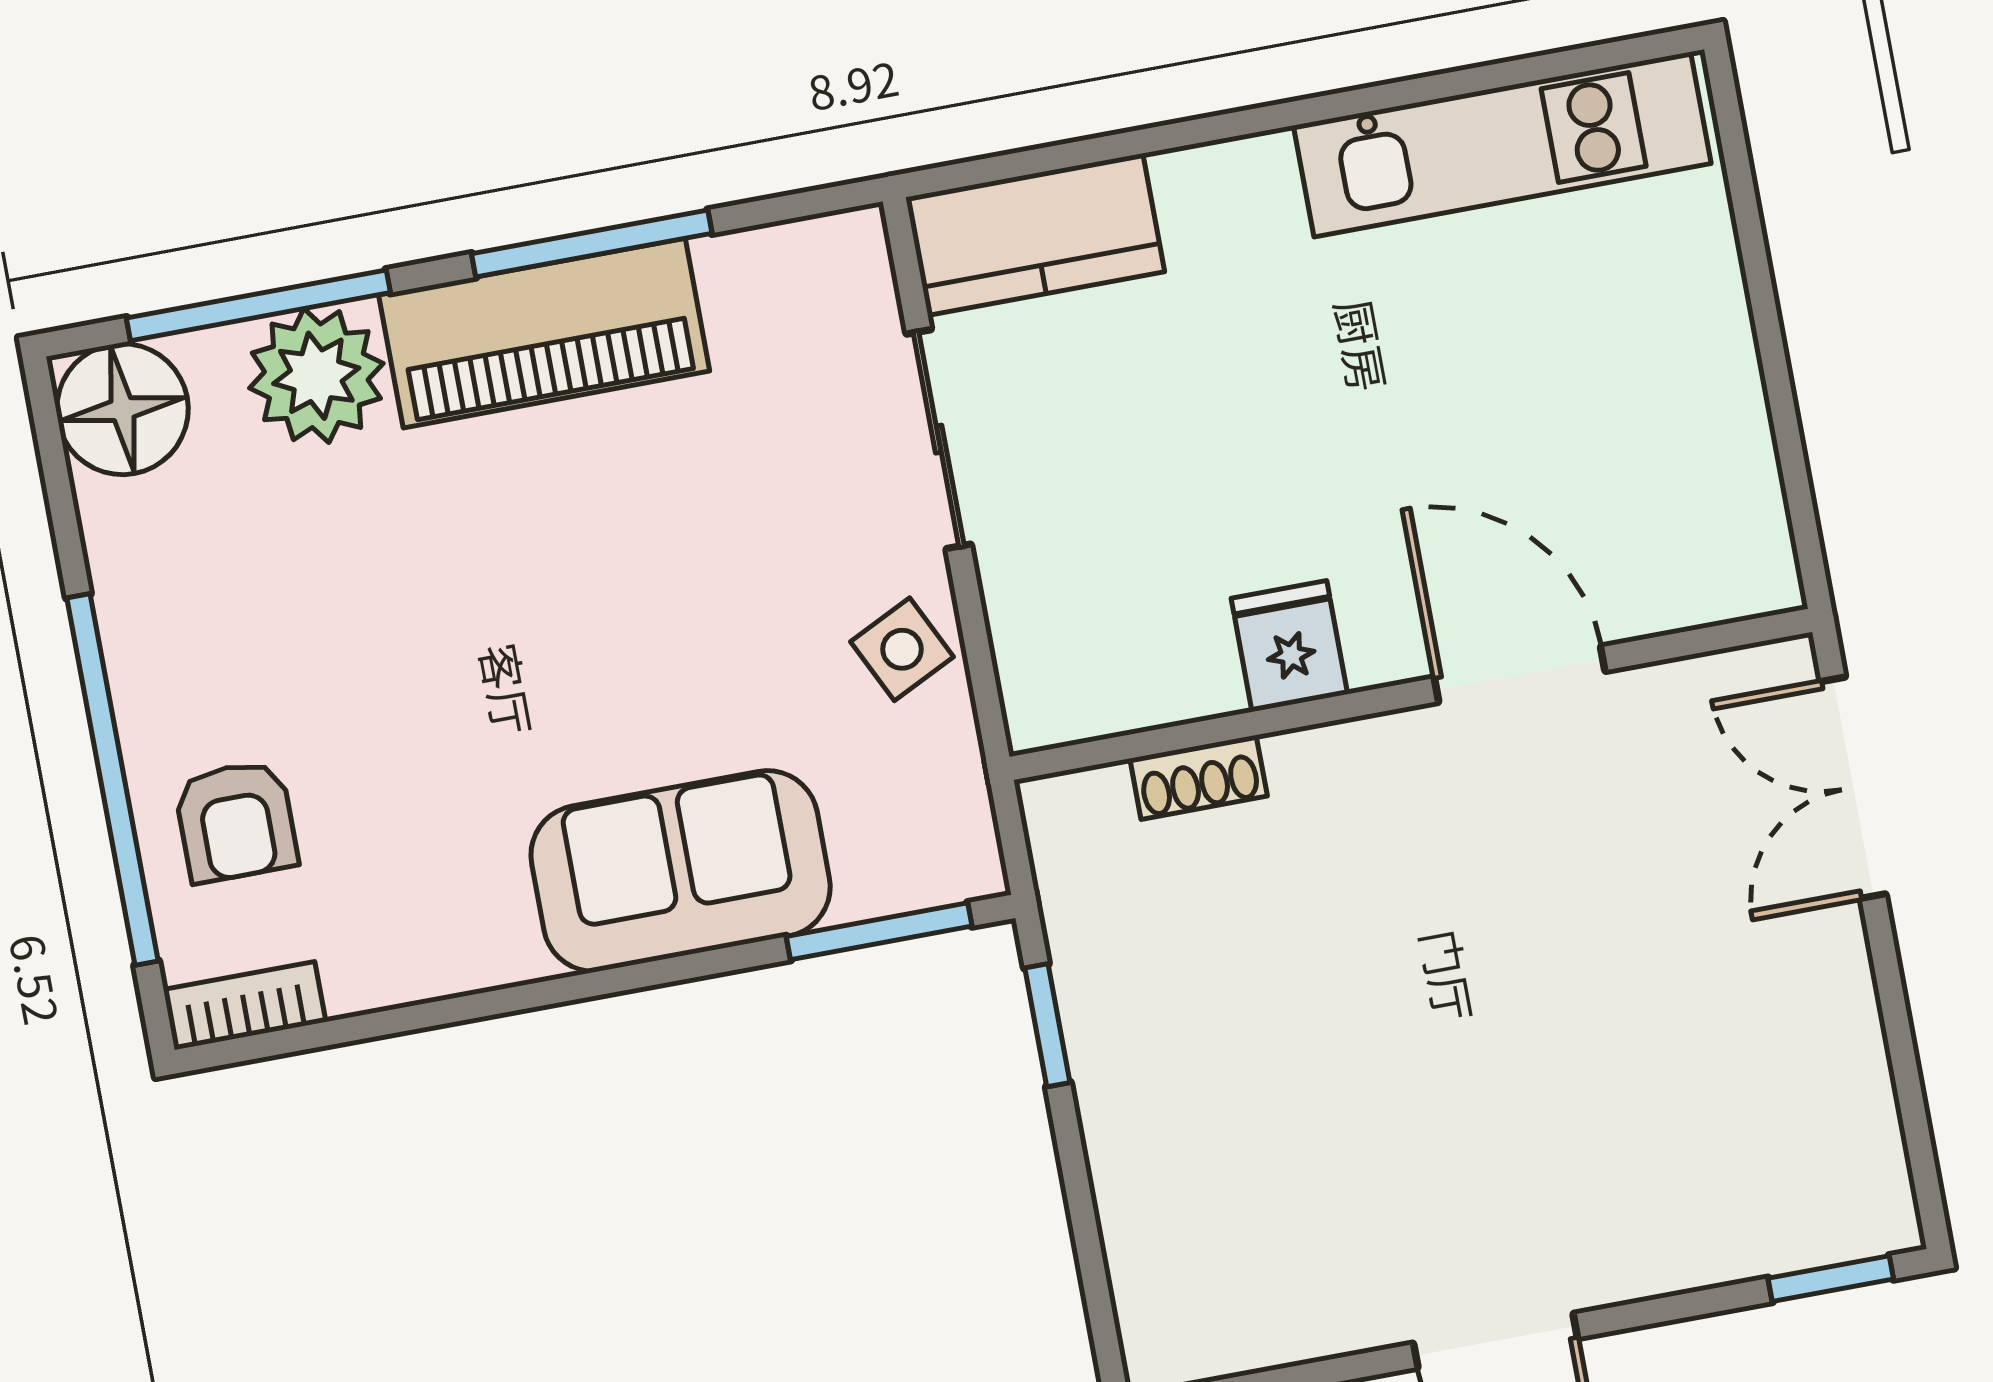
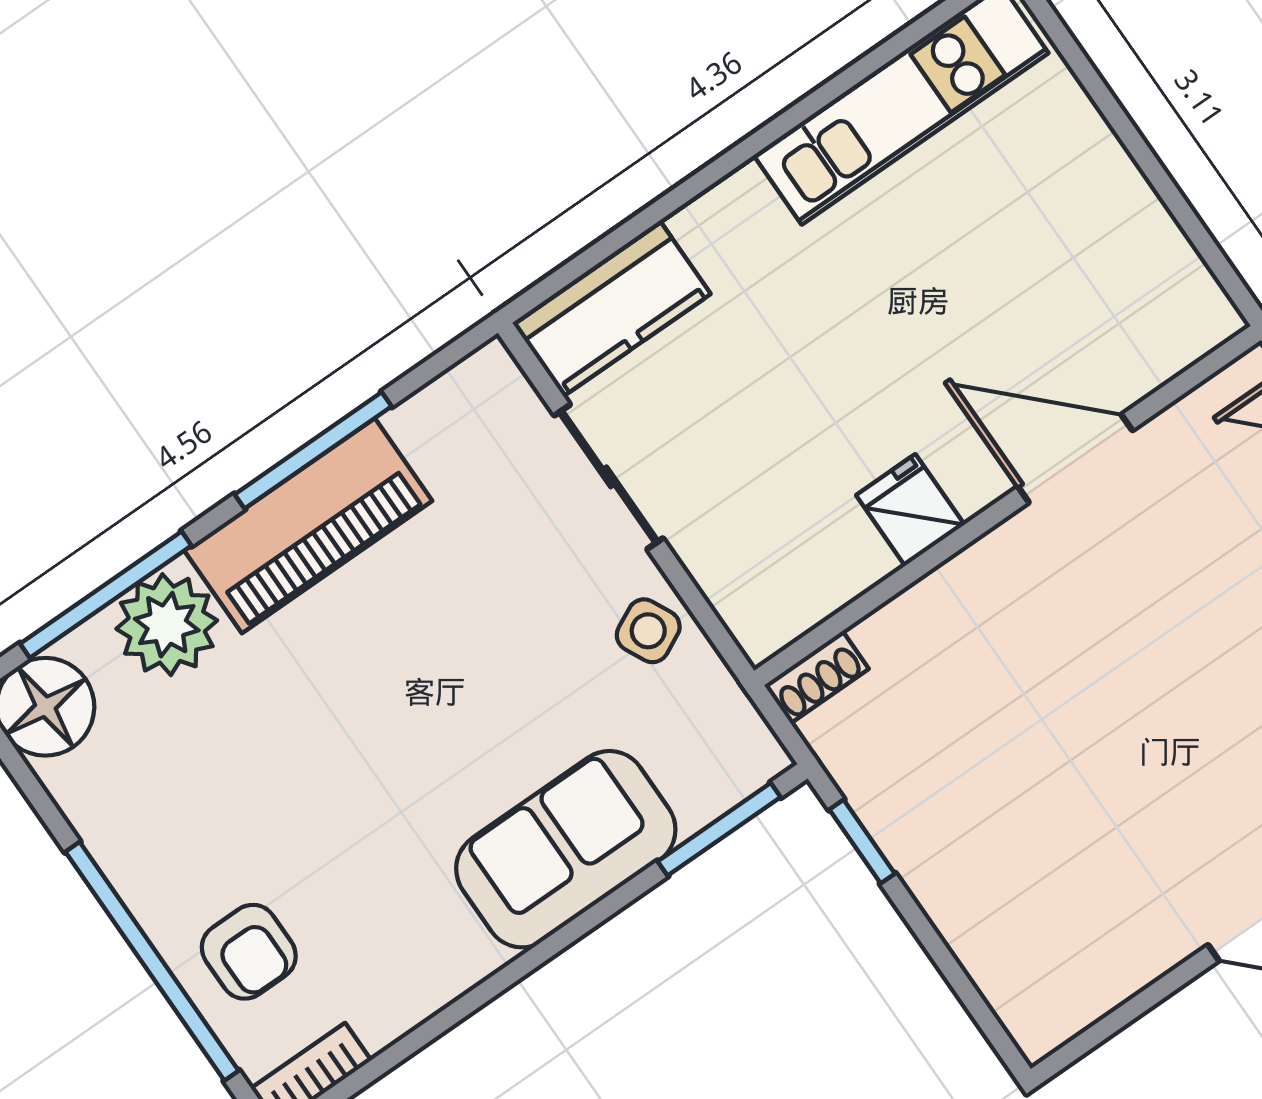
shoe rack: (1199, 777) -> (816, 677), moved

